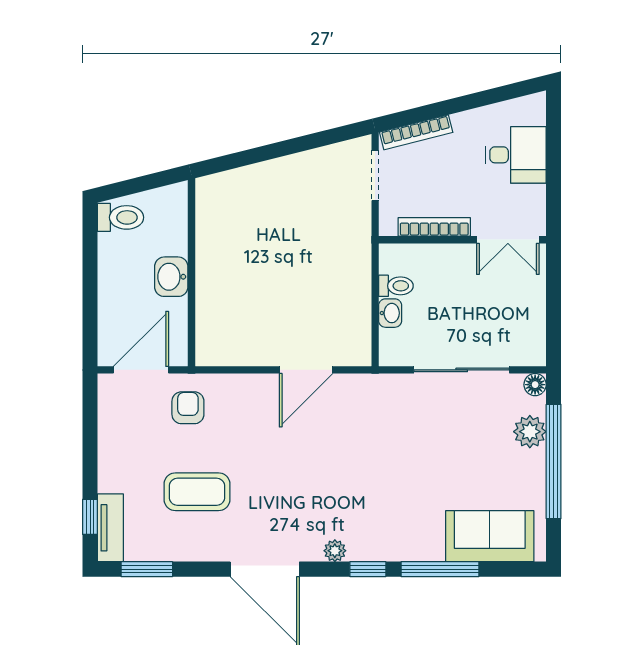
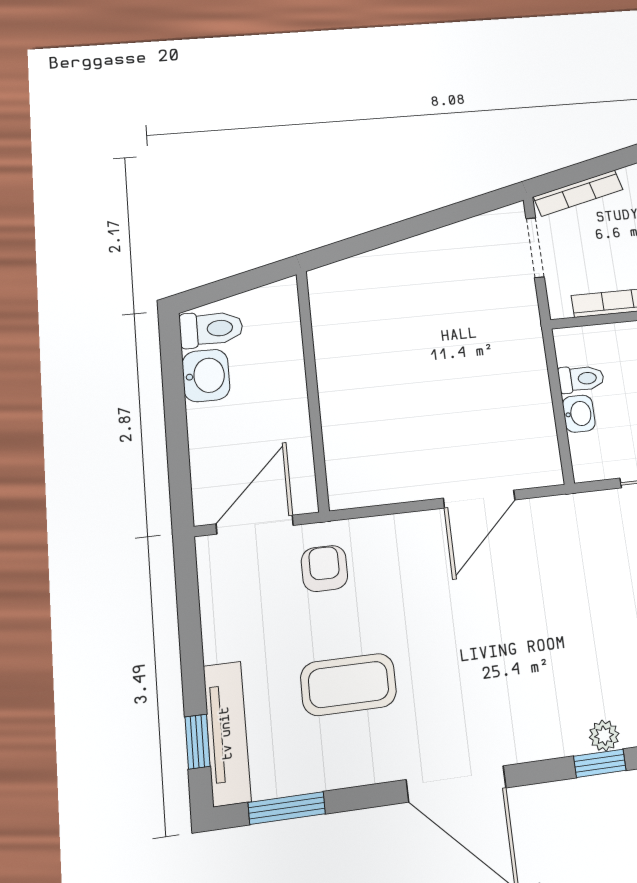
washbasin: (171, 277) -> (206, 376), moved, turned 180
tv unit: (110, 528) -> (227, 733), width x1.41
plant: (335, 551) -> (604, 736), moved

